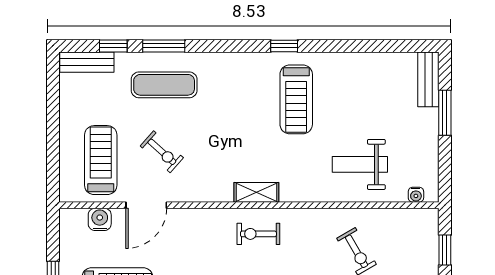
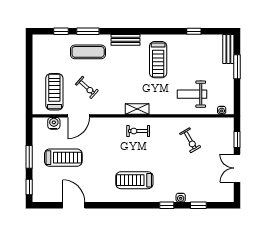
window: (284, 46) -> (194, 31), moved
bench: (87, 62) -> (125, 40), moved

